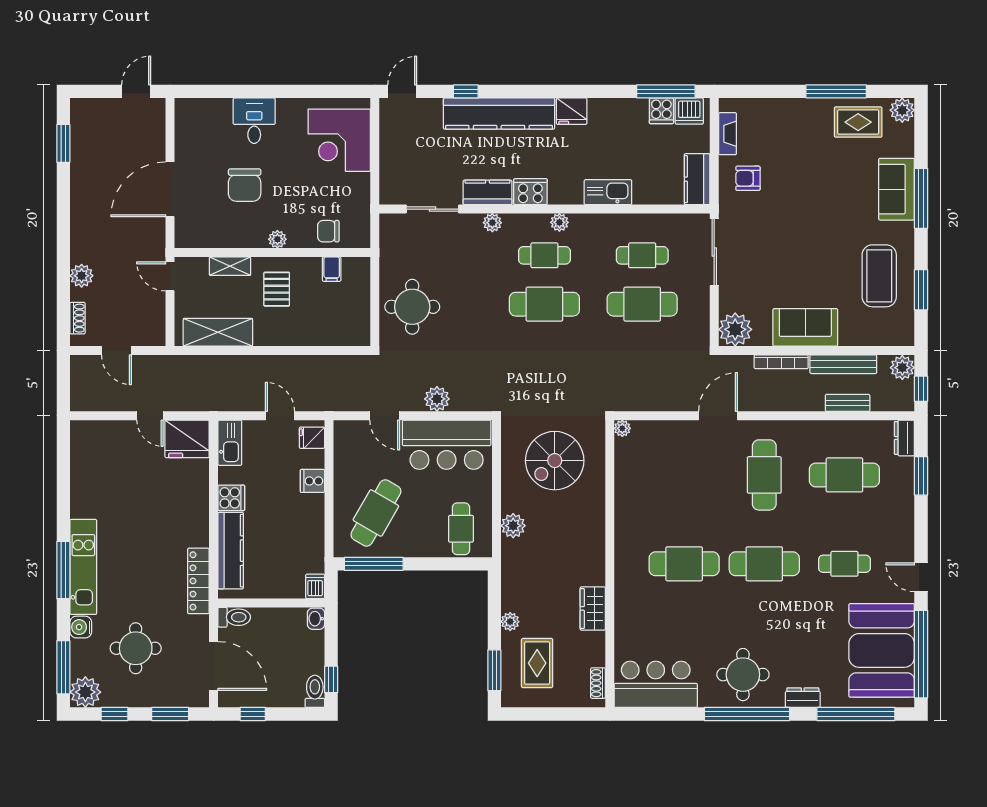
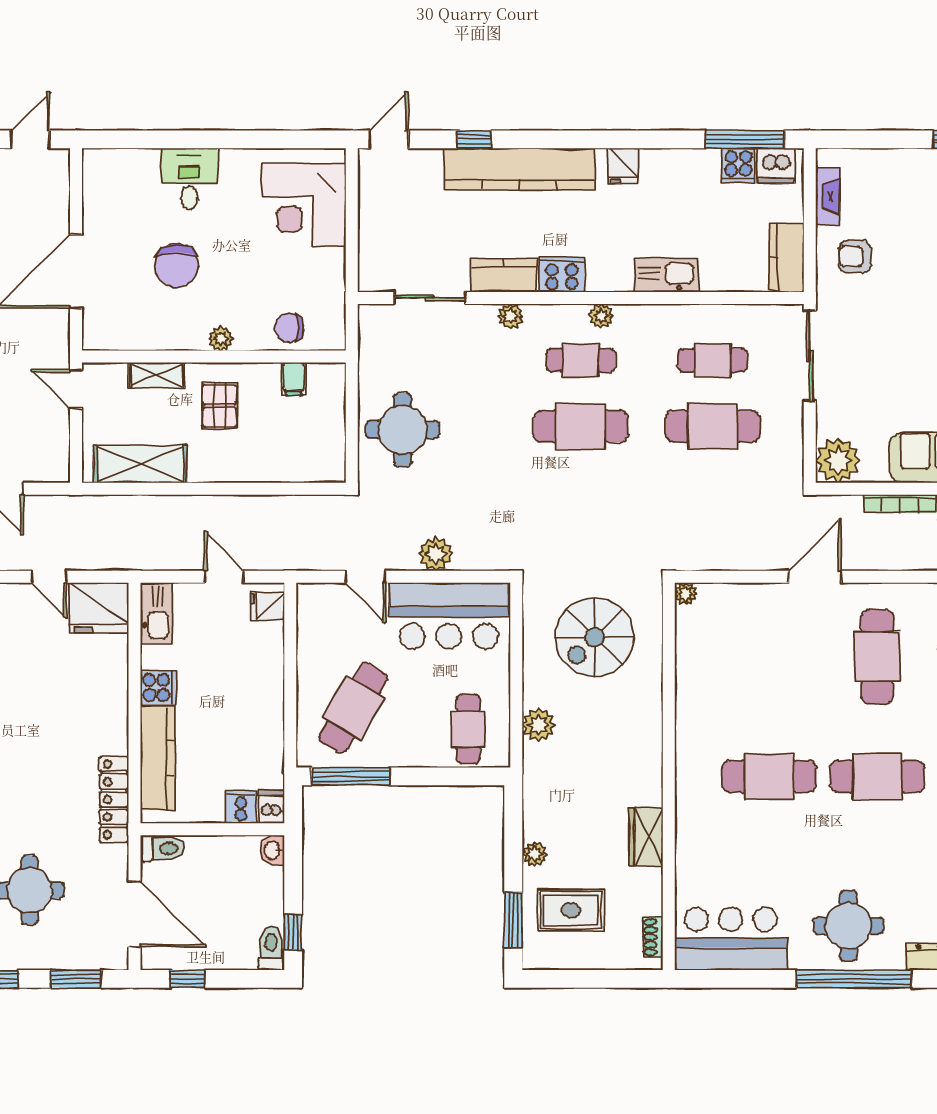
fridge: (572, 111) -> (623, 166), width x0.72
cooker: (313, 481) -> (241, 807), moved, turned 90
rug: (537, 663) -> (571, 910), turned 90

